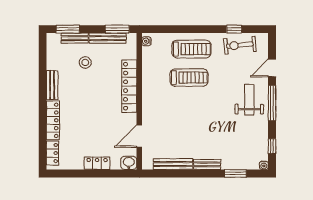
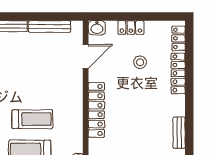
stool: (85, 62) -> (140, 62), moved
treadmill: (189, 78) -> (32, 119), turned 180
bench: (52, 85) -> (179, 133), moved

